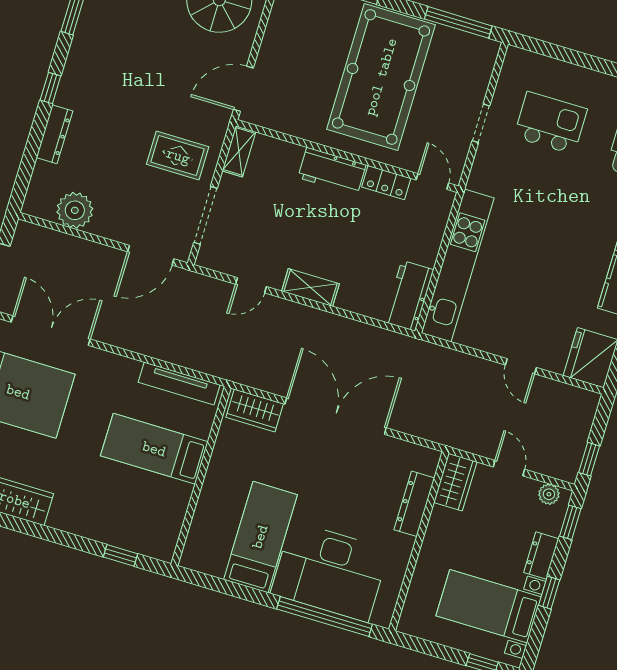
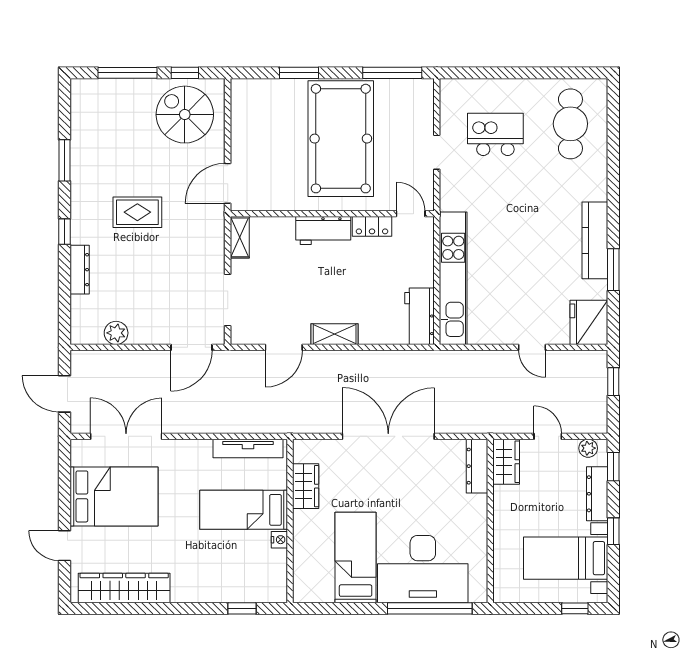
rug: (178, 156) -> (137, 212), moved
plant: (75, 210) -> (116, 333), width x0.73, depth x0.73
door: (251, 285) -> (284, 347), width x1.37
wardrobe: (255, 410) -> (306, 486), moved, turned -90
window: (589, 459) -> (613, 382), moved
nightstand: (183, 493) -> (279, 540), added
dresser: (414, 504) -> (477, 466), moved
dresser: (541, 556) -> (597, 494), width x1.44

